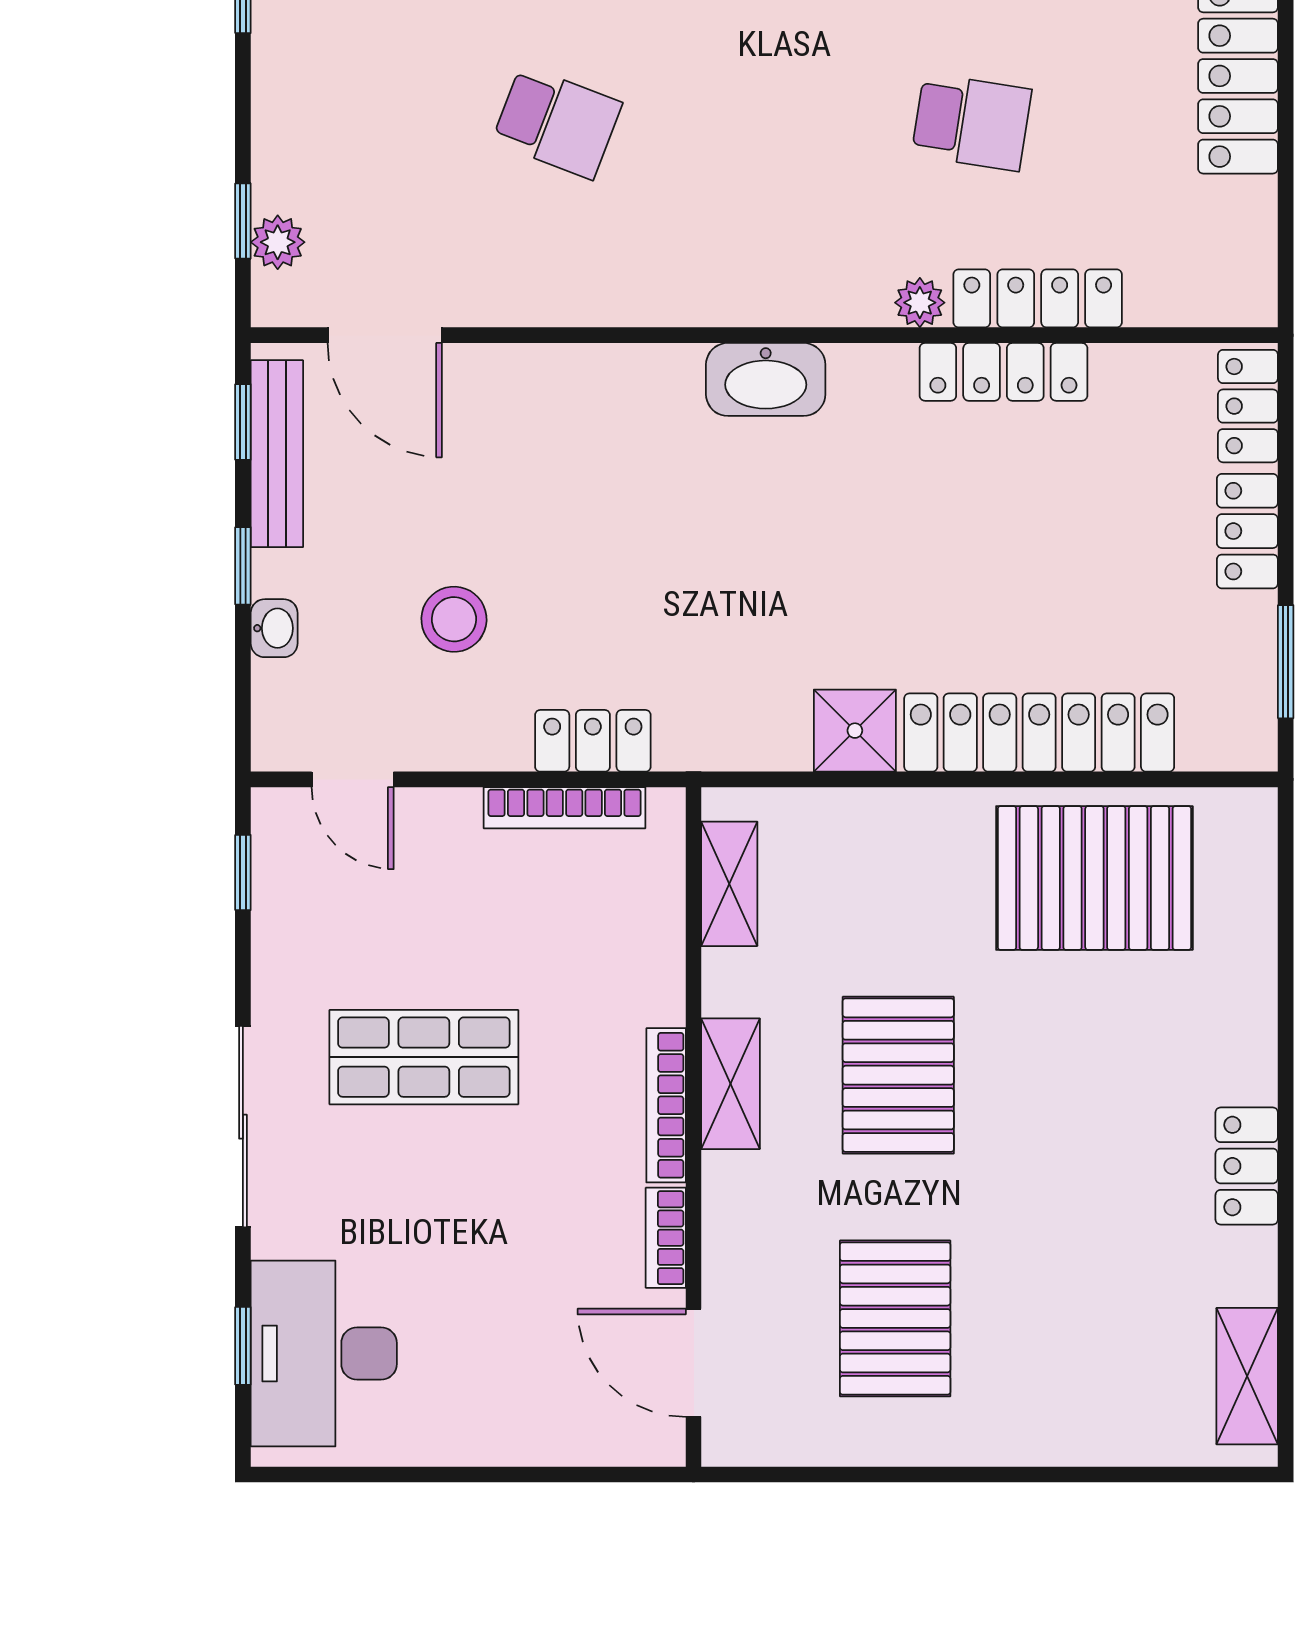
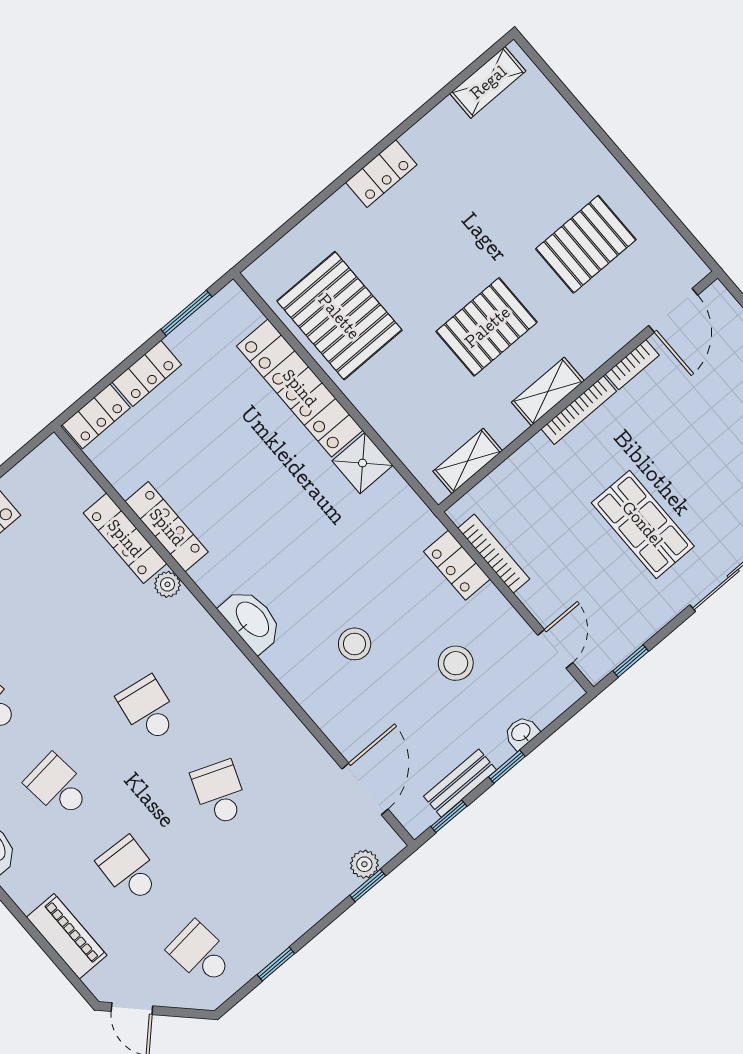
school desk: (972, 122) -> (148, 709), moved
bench: (277, 454) -> (460, 783), width x0.73
stool: (605, 498) -> (355, 644), added
locker: (1247, 1166) -> (381, 174), moved

